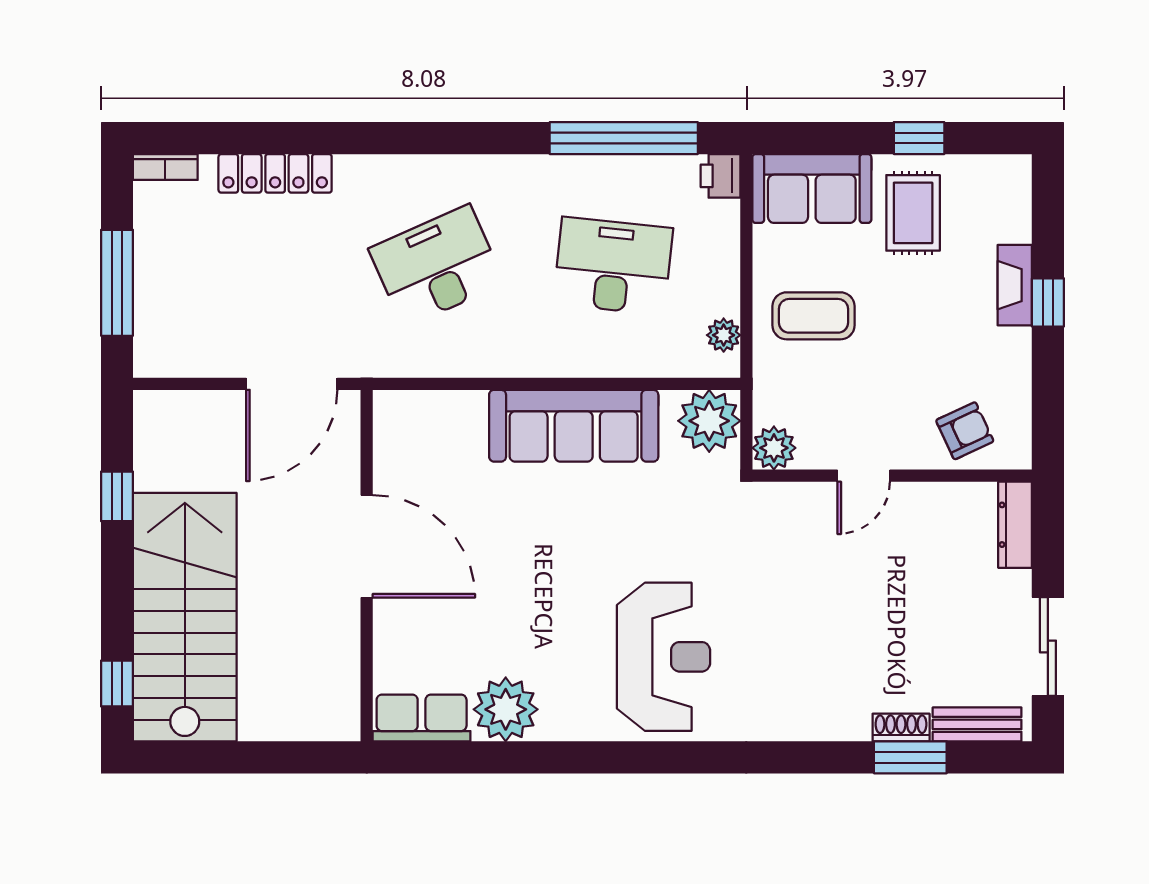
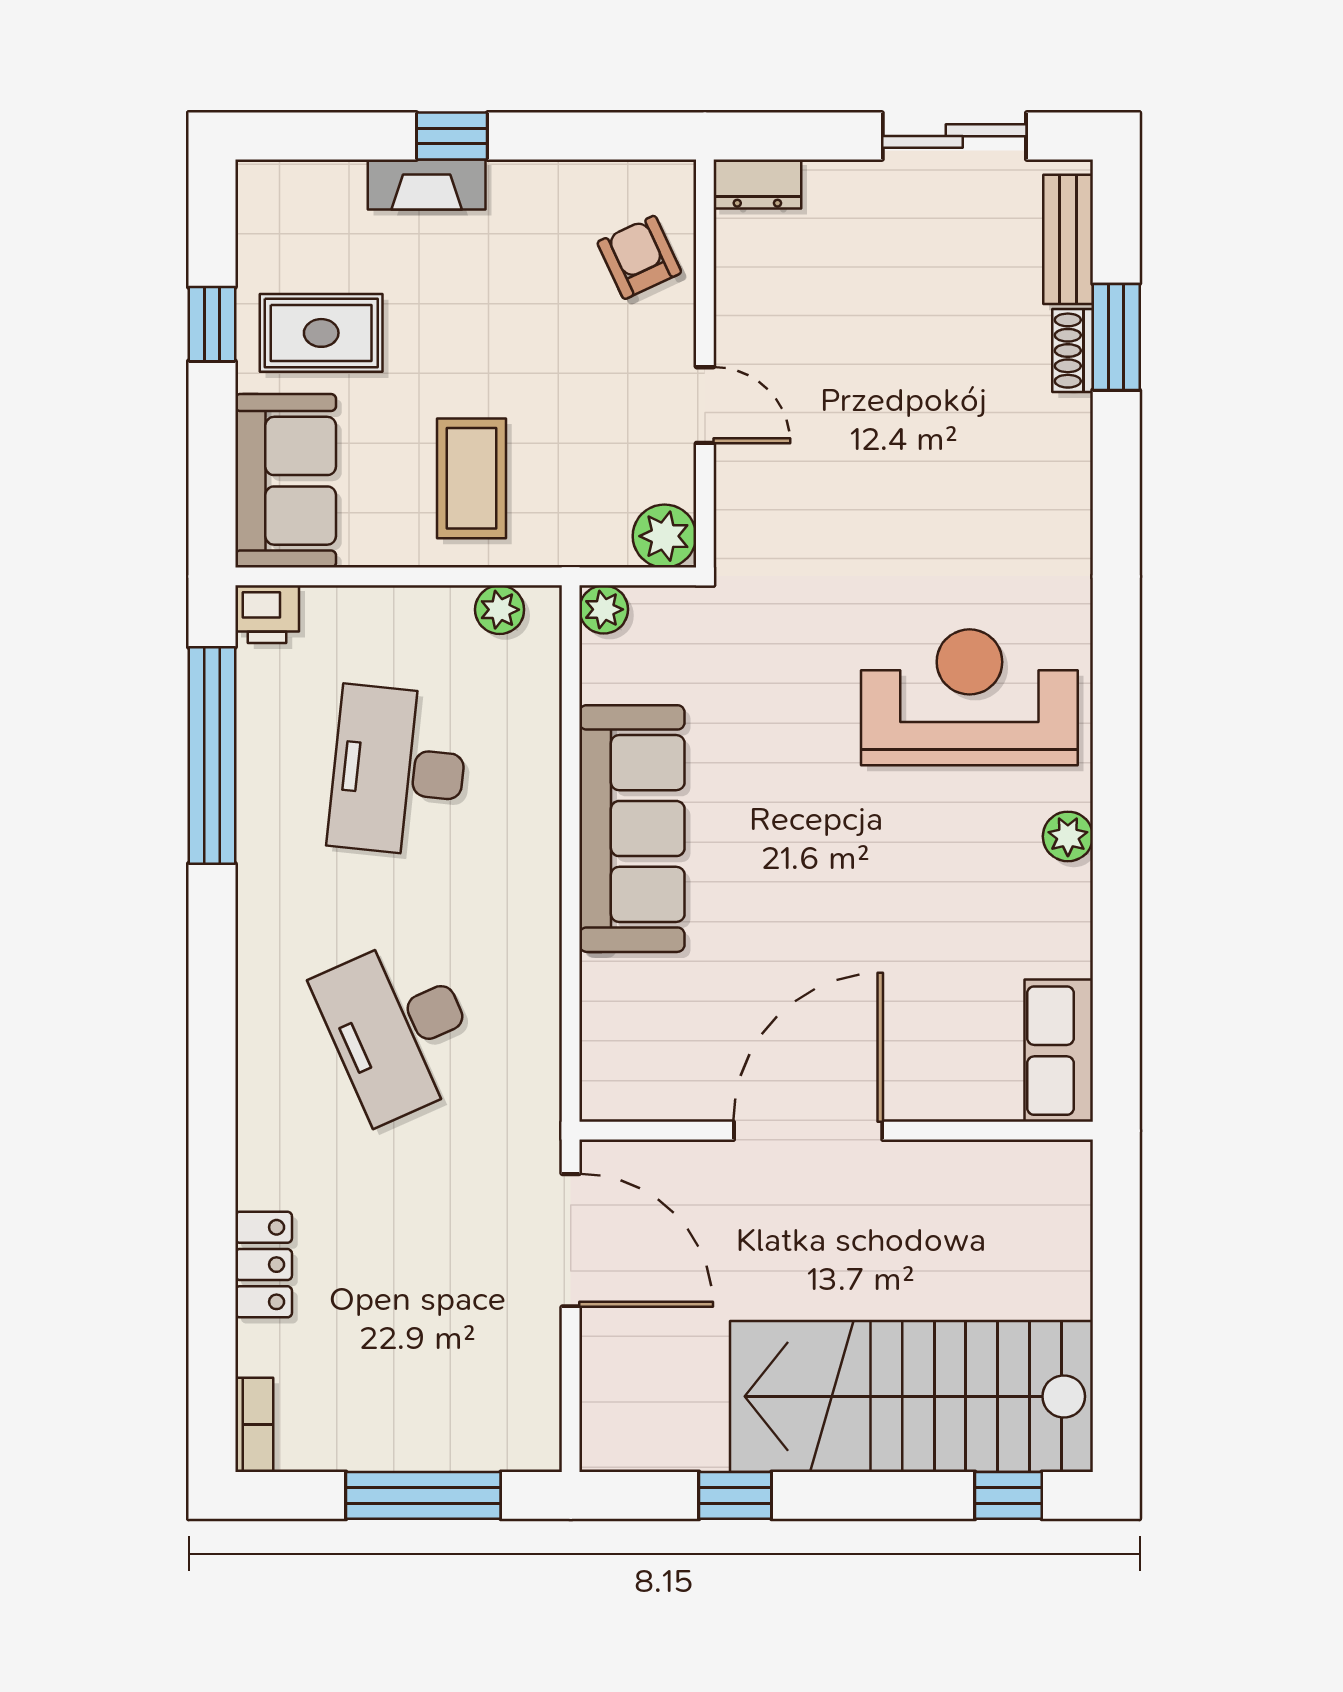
locker: (275, 173) -> (264, 1265), width x0.66
plant: (709, 421) -> (604, 609), width x0.53, depth x0.53
dresser: (1015, 525) -> (757, 184), width x0.70
plant: (506, 709) -> (1068, 836), moved, width x0.53, depth x0.53

